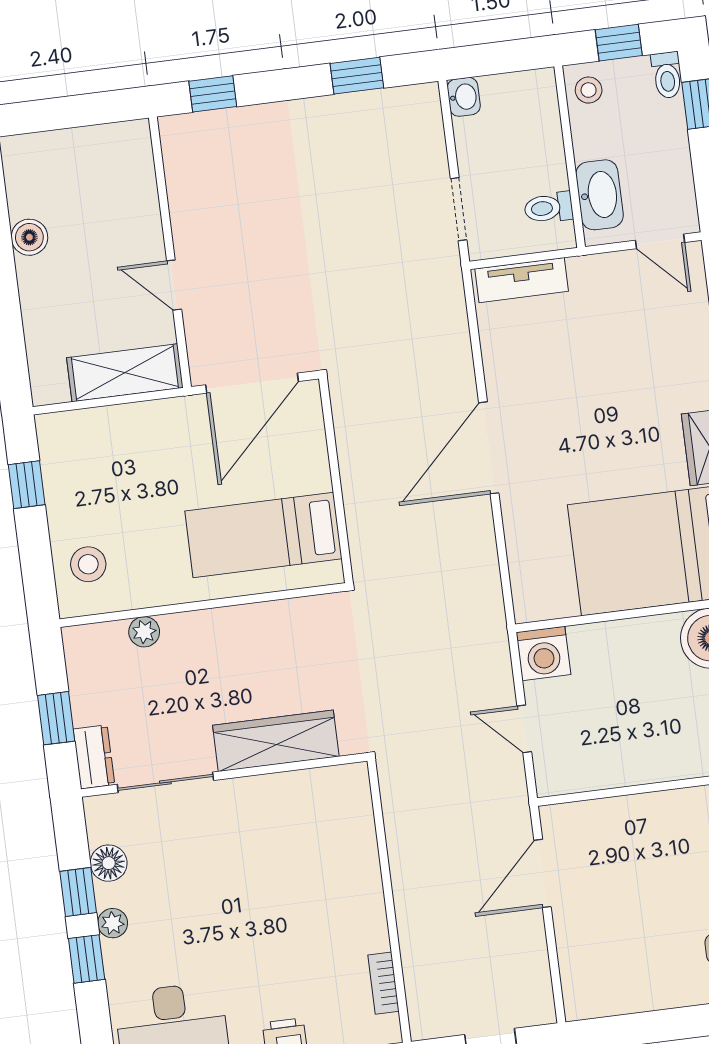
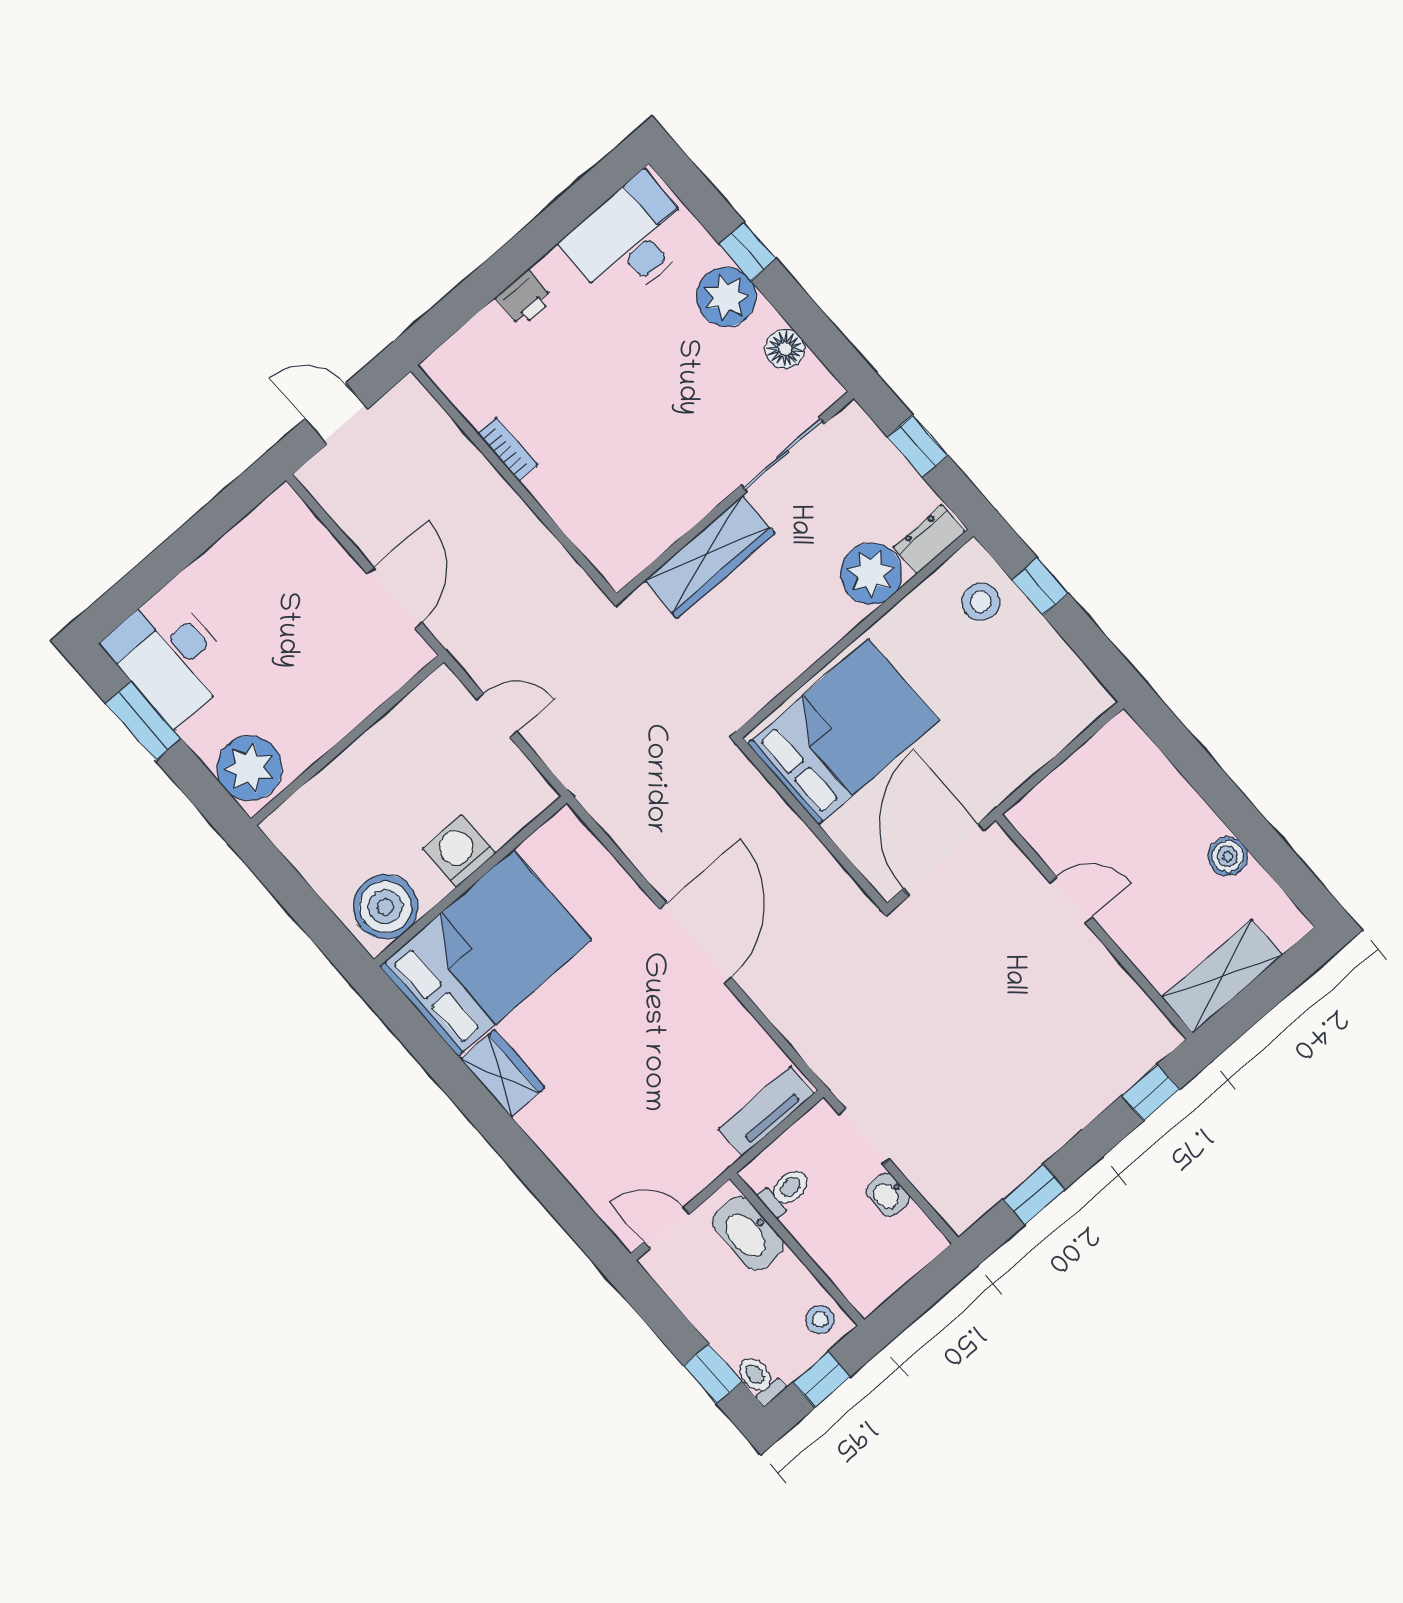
washbasin: (464, 97) -> (888, 1195), moved
shelving: (125, 373) -> (1222, 976), moved
window: (27, 485) -> (1040, 586), moved
bed: (263, 535) -> (843, 732), width x1.50
plant: (144, 632) -> (871, 574), width x1.88, depth x1.88
washing machine: (543, 653) -> (459, 851), moved
dresser: (94, 757) -> (929, 539), moved, turned 90
window: (78, 892) -> (795, 305), removed
plant: (113, 923) -> (726, 297), width x1.88, depth x1.88
bookcase: (384, 983) -> (508, 449), moved

